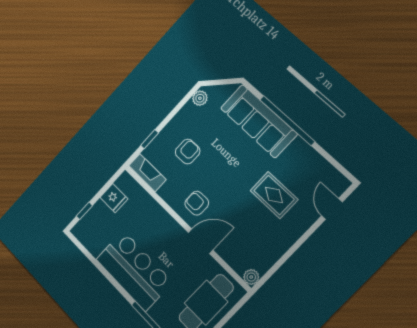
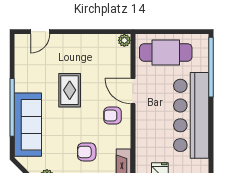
rug: (274, 195) -> (70, 90), moved
armchair: (197, 203) -> (113, 116), turned 90
bar counter: (134, 271) -> (191, 115), width x1.36

